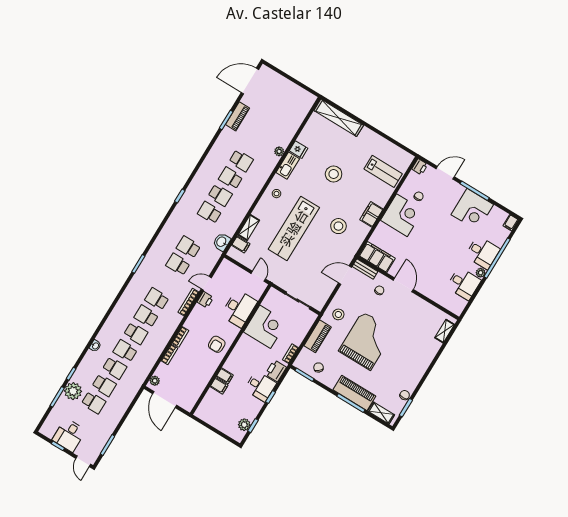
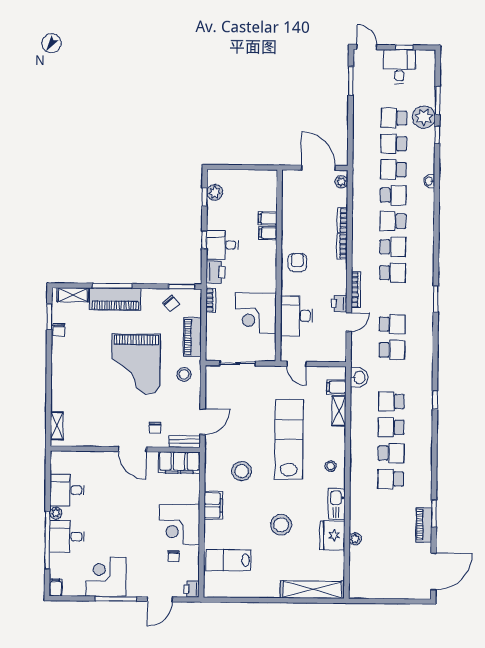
fridge: (298, 150) -> (332, 535), width x1.88, depth x1.34
plant: (279, 151) -> (355, 539), moved
school desk: (210, 213) -> (391, 402), turned 180

